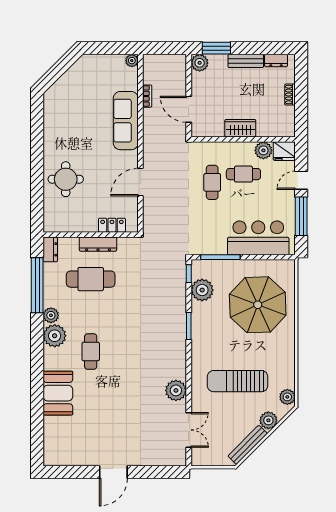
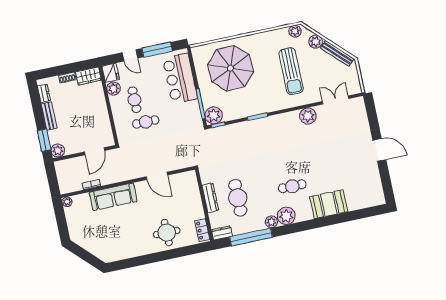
wardrobe: (240, 128) -> (88, 76), moved, turned -90
locker: (112, 225) -> (202, 230), moved
plant: (202, 290) -> (214, 115), moved

